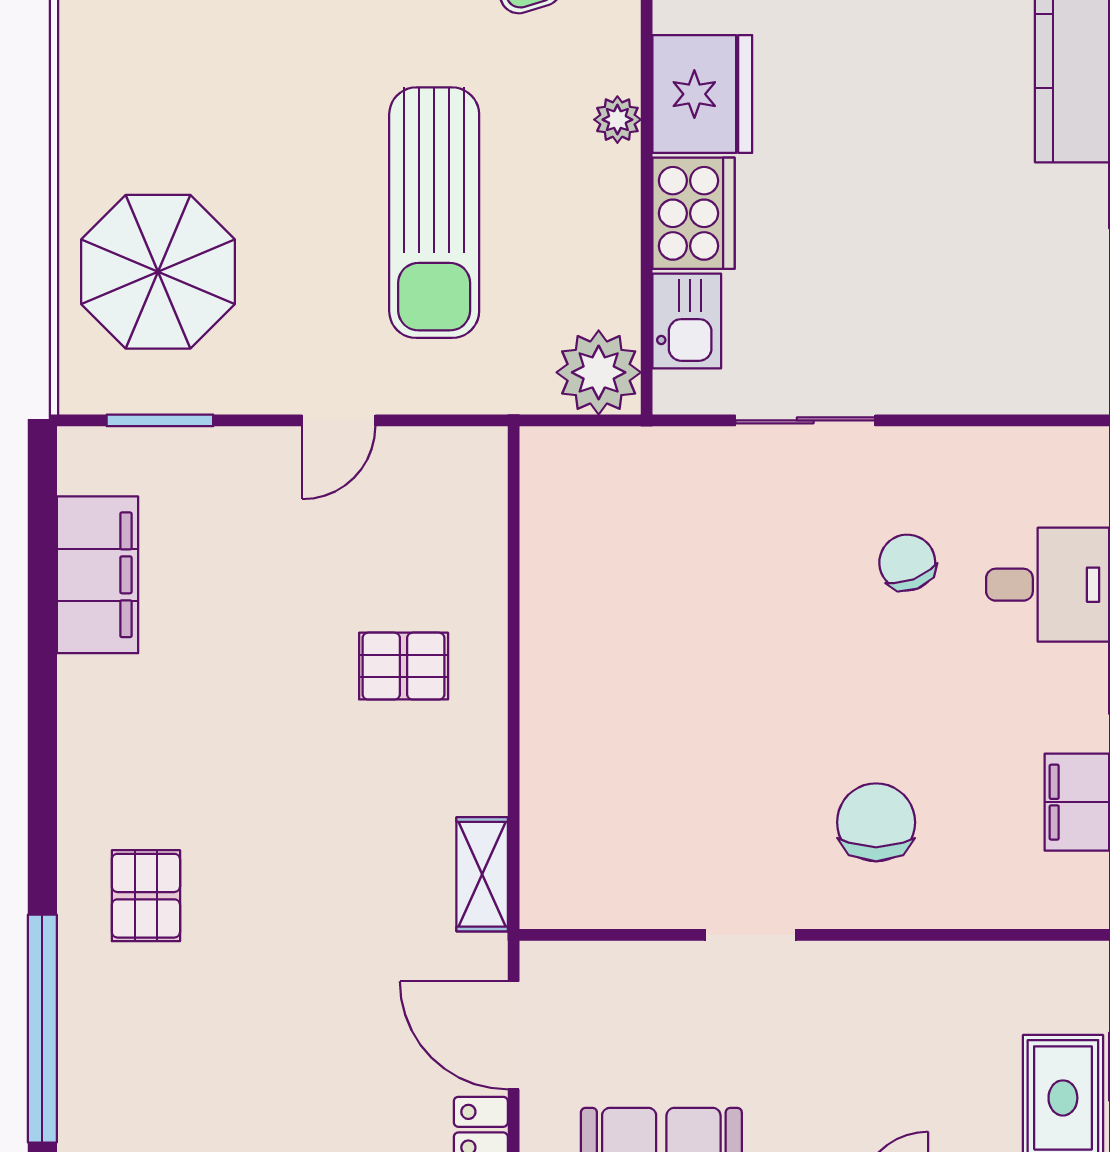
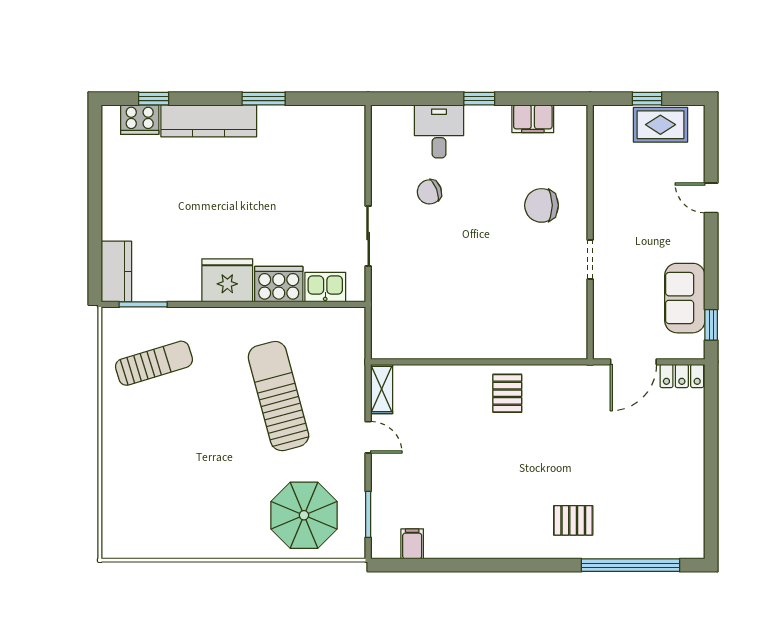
plant: (617, 120) -> (238, 317), removed
sun lounger: (434, 213) -> (278, 396), turned -105
plant: (599, 372) -> (347, 325), removed
filing cabinet: (98, 575) -> (412, 544), width x0.33, depth x0.86
pallet: (404, 666) -> (507, 393), moved
shelving: (482, 874) -> (382, 389), moved, turned 90

